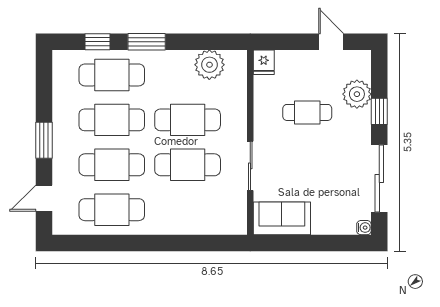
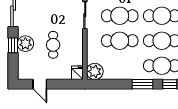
plant: (209, 65) -> (95, 71), moved
plant: (357, 94) -> (25, 44), moved
cafe table: (307, 112) -> (53, 45), turned 90

